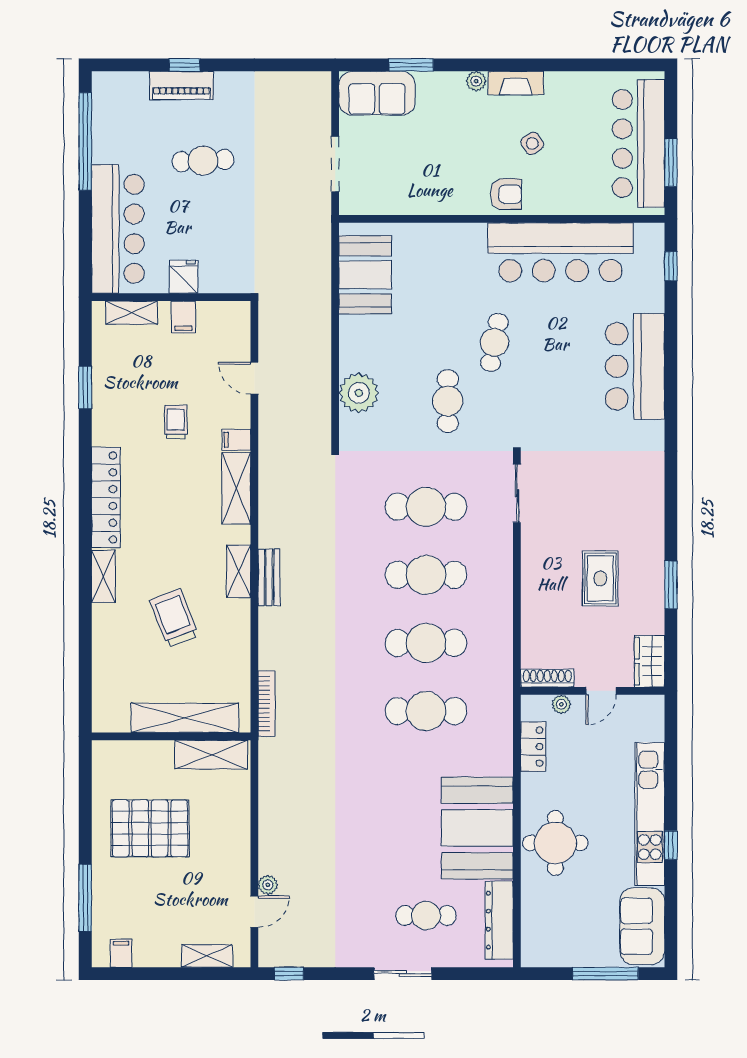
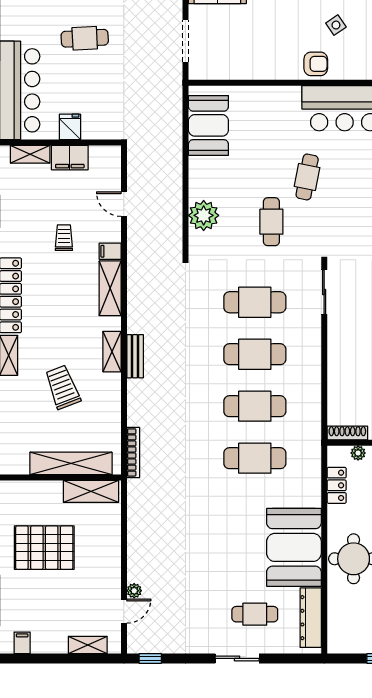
filing cabinet: (183, 317) -> (70, 158), width x2.00

